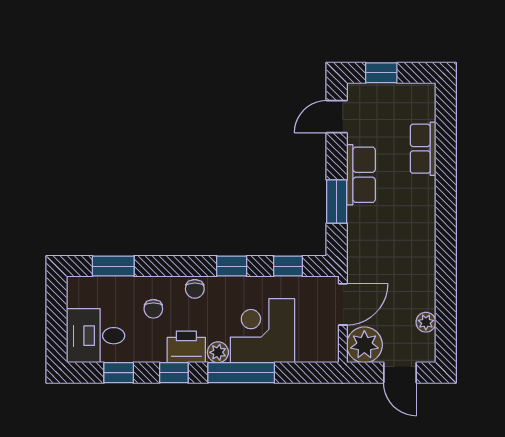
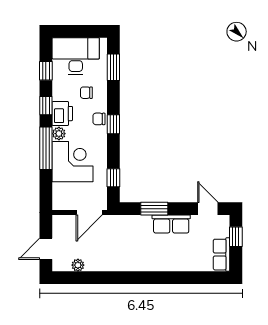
row of seats: (423, 149) -> (221, 255), moved, turned -90
window: (232, 266) -> (113, 124), moved
door: (343, 304) -> (89, 213), hinge flipped
desk: (96, 336) -> (76, 56), width x1.37
plant: (364, 345) -> (64, 226), removed

